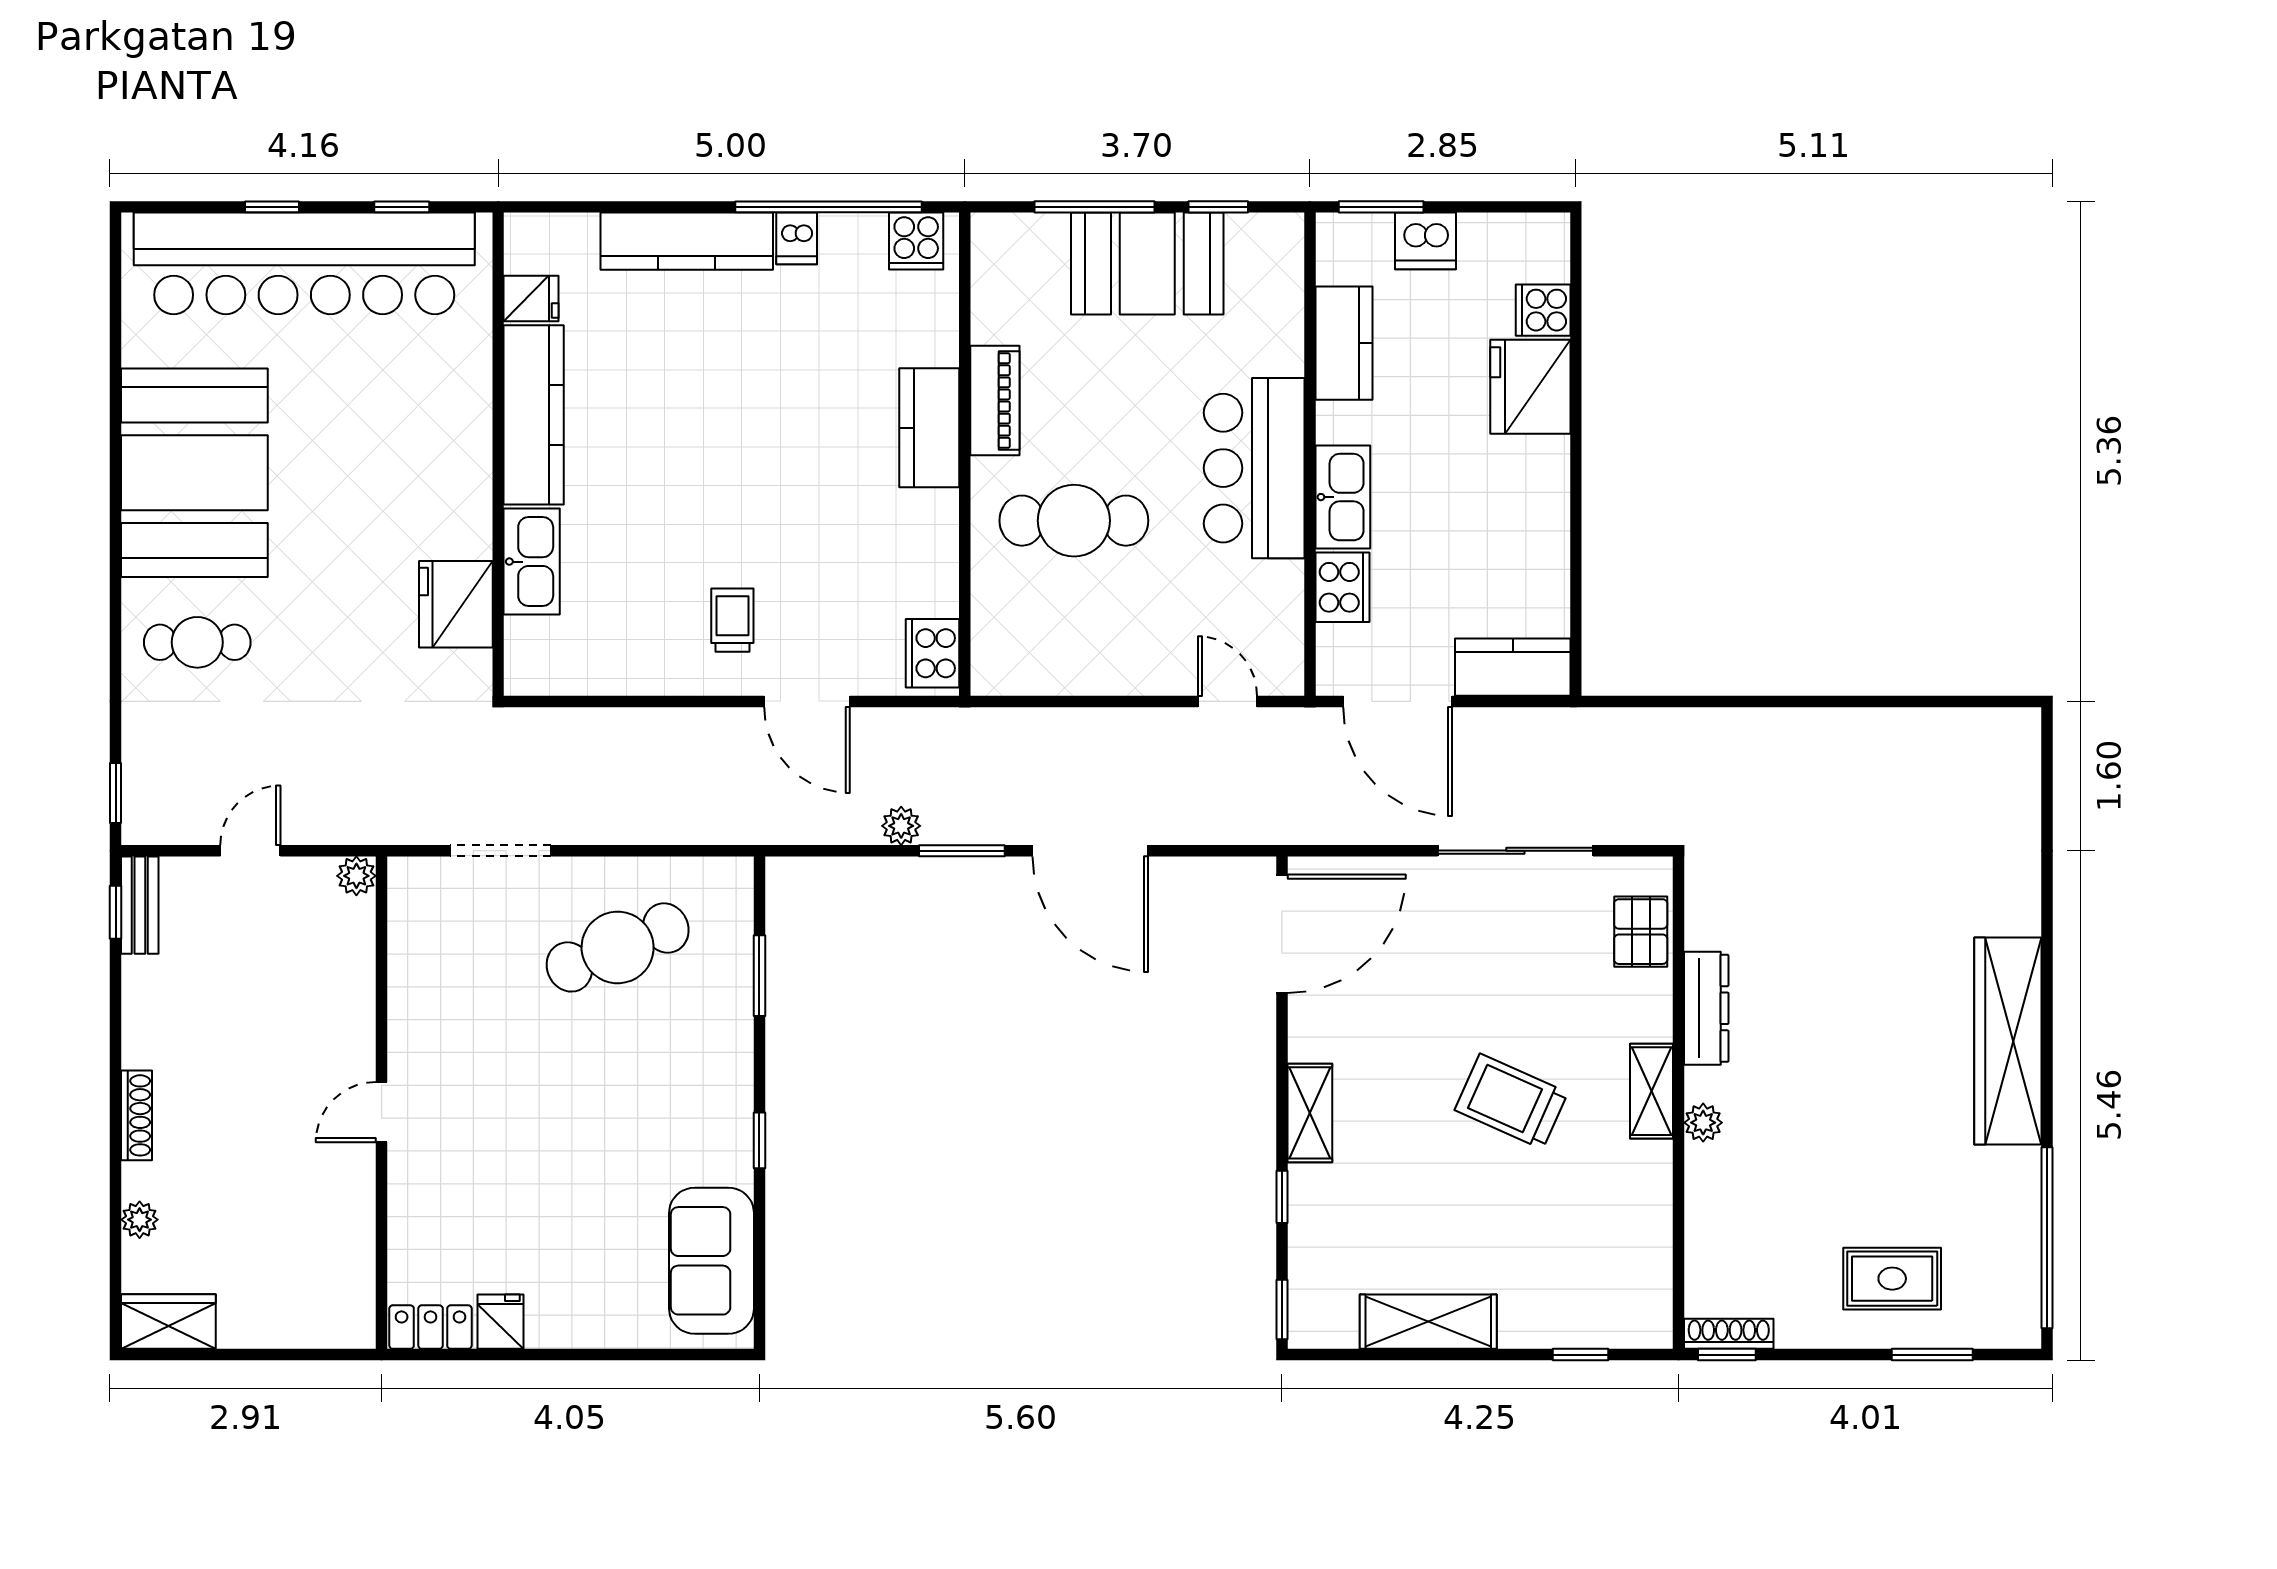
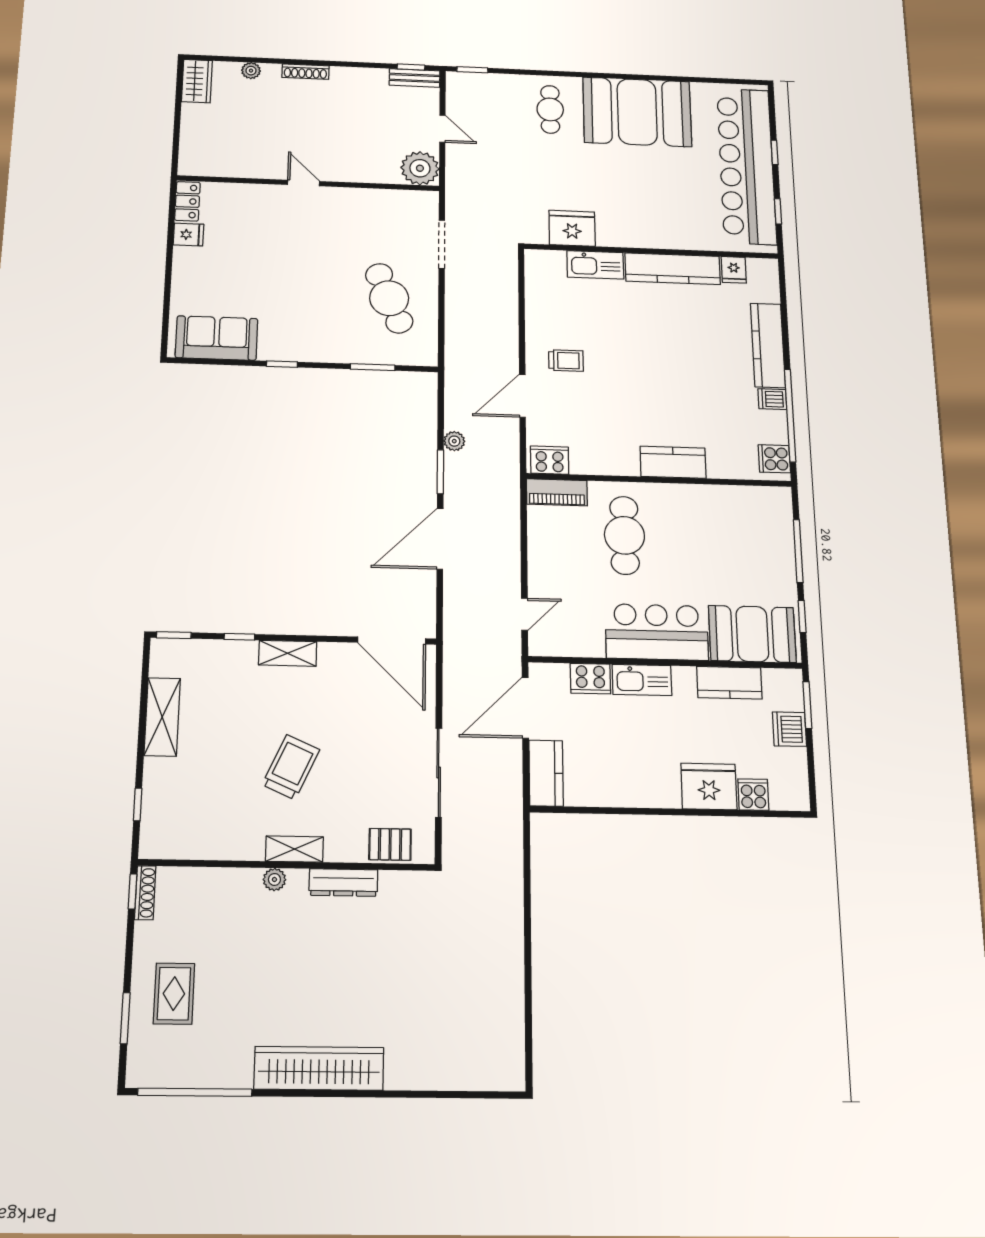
booth: (1147, 263) -> (752, 634), moved, turned 90
piano: (995, 400) -> (557, 492), moved
plant: (356, 876) -> (420, 168), width x1.87, depth x1.87

